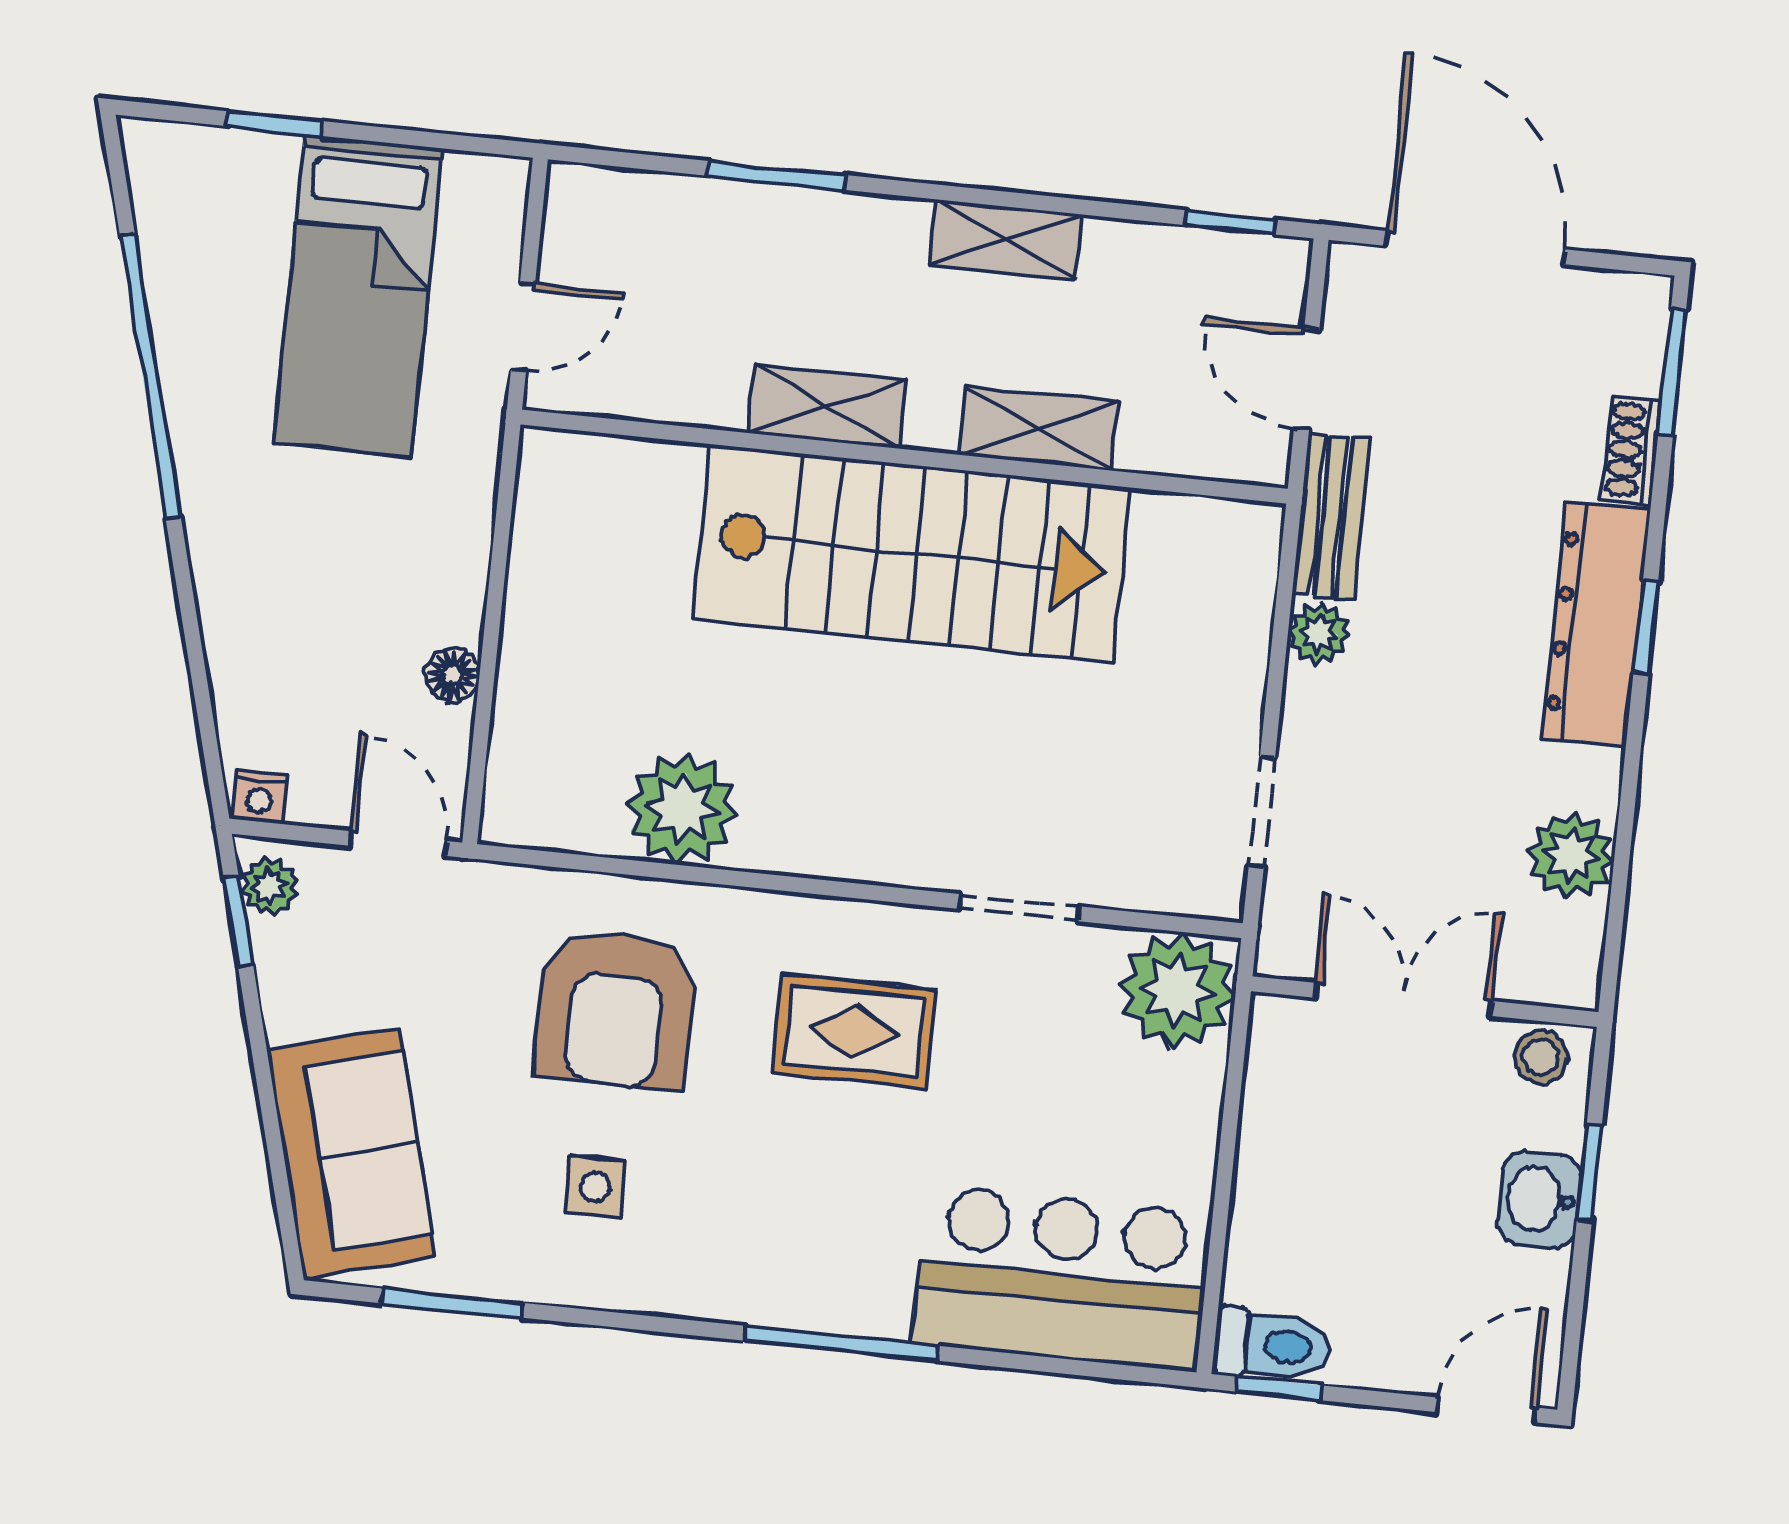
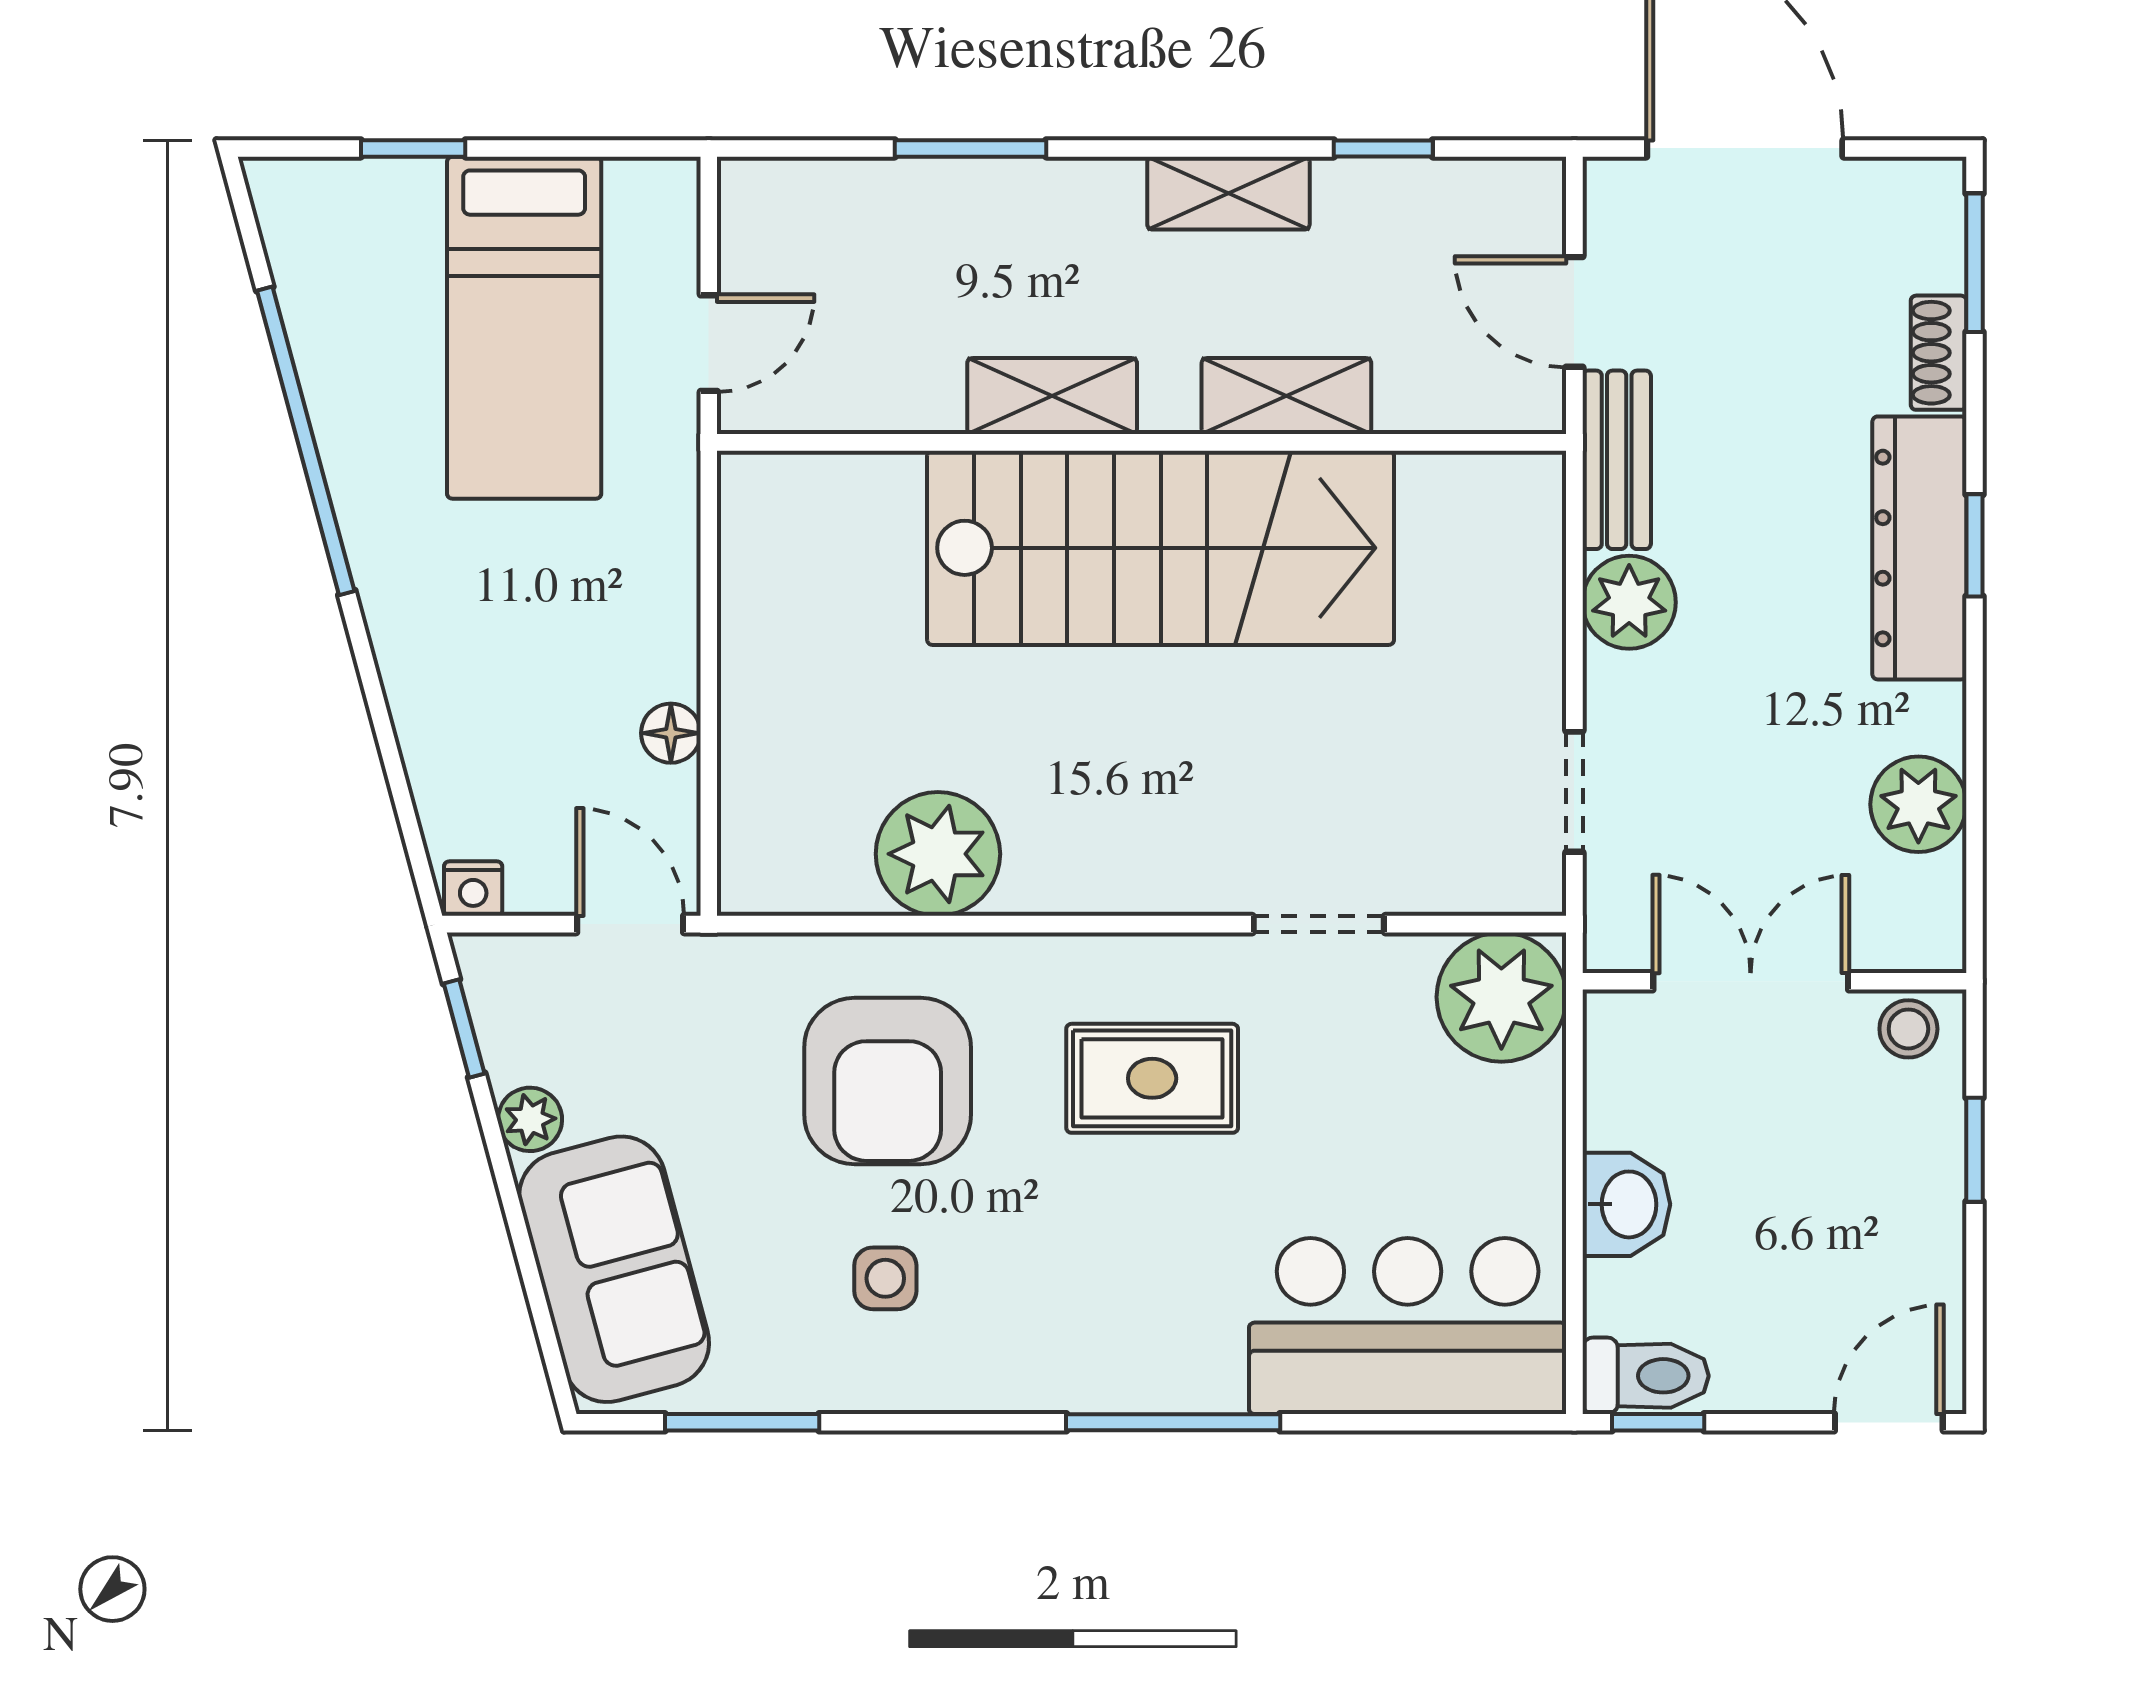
window: (1230, 222) -> (1383, 148), moved
plant: (1319, 634) -> (1629, 602), width x1.38, depth x1.38
plant: (269, 886) -> (530, 1119), moved
washbasin: (1539, 1199) -> (1626, 1204), moved, turned 180

